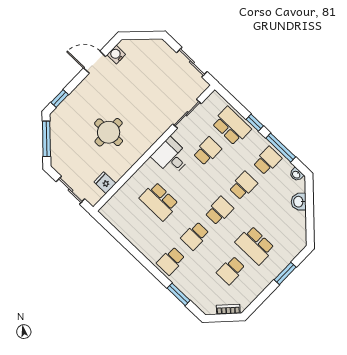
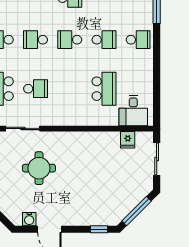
round table: (109, 132) -> (39, 168), moved
school desk: (207, 151) -> (36, 89), turned 180
desk: (171, 157) -> (133, 111), moved

